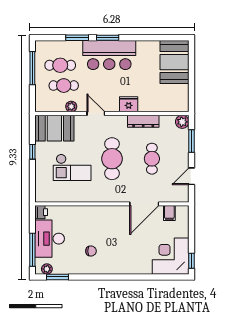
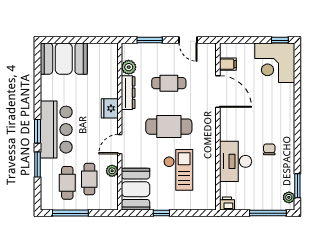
plant: (182, 122) -> (129, 67), moved
desk: (50, 239) -> (236, 161), moved, turned 90

